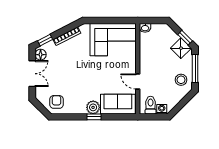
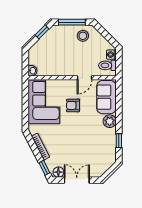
shower: (181, 48) -> (52, 36), removed
armchair: (56, 102) -> (73, 105), moved
window: (94, 117) -> (119, 141), moved

